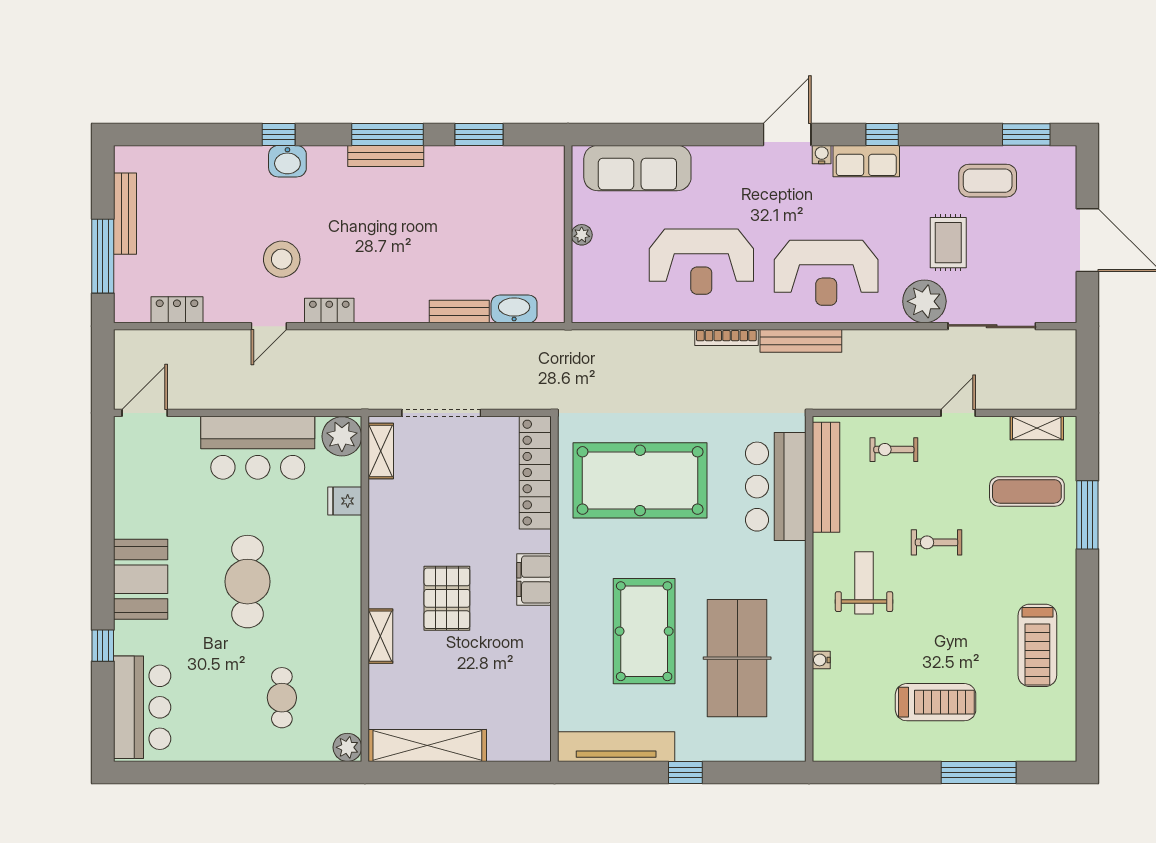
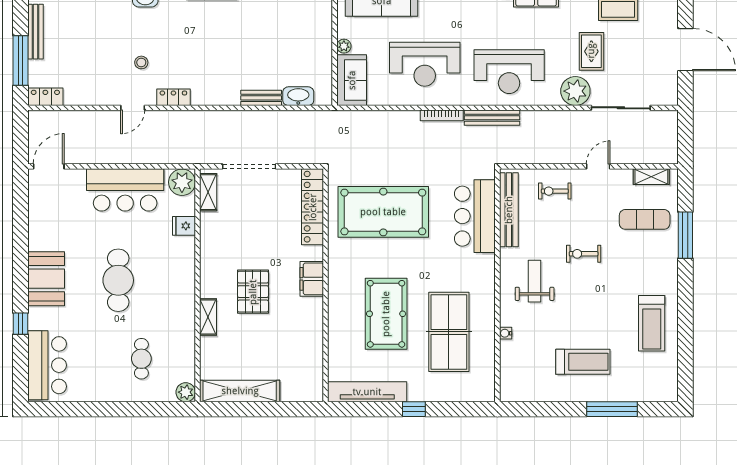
stool: (282, 259) -> (141, 62), width x0.53, depth x0.53
sofa: (593, 285) -> (352, 80), added
locker: (177, 310) -> (45, 97), moved

